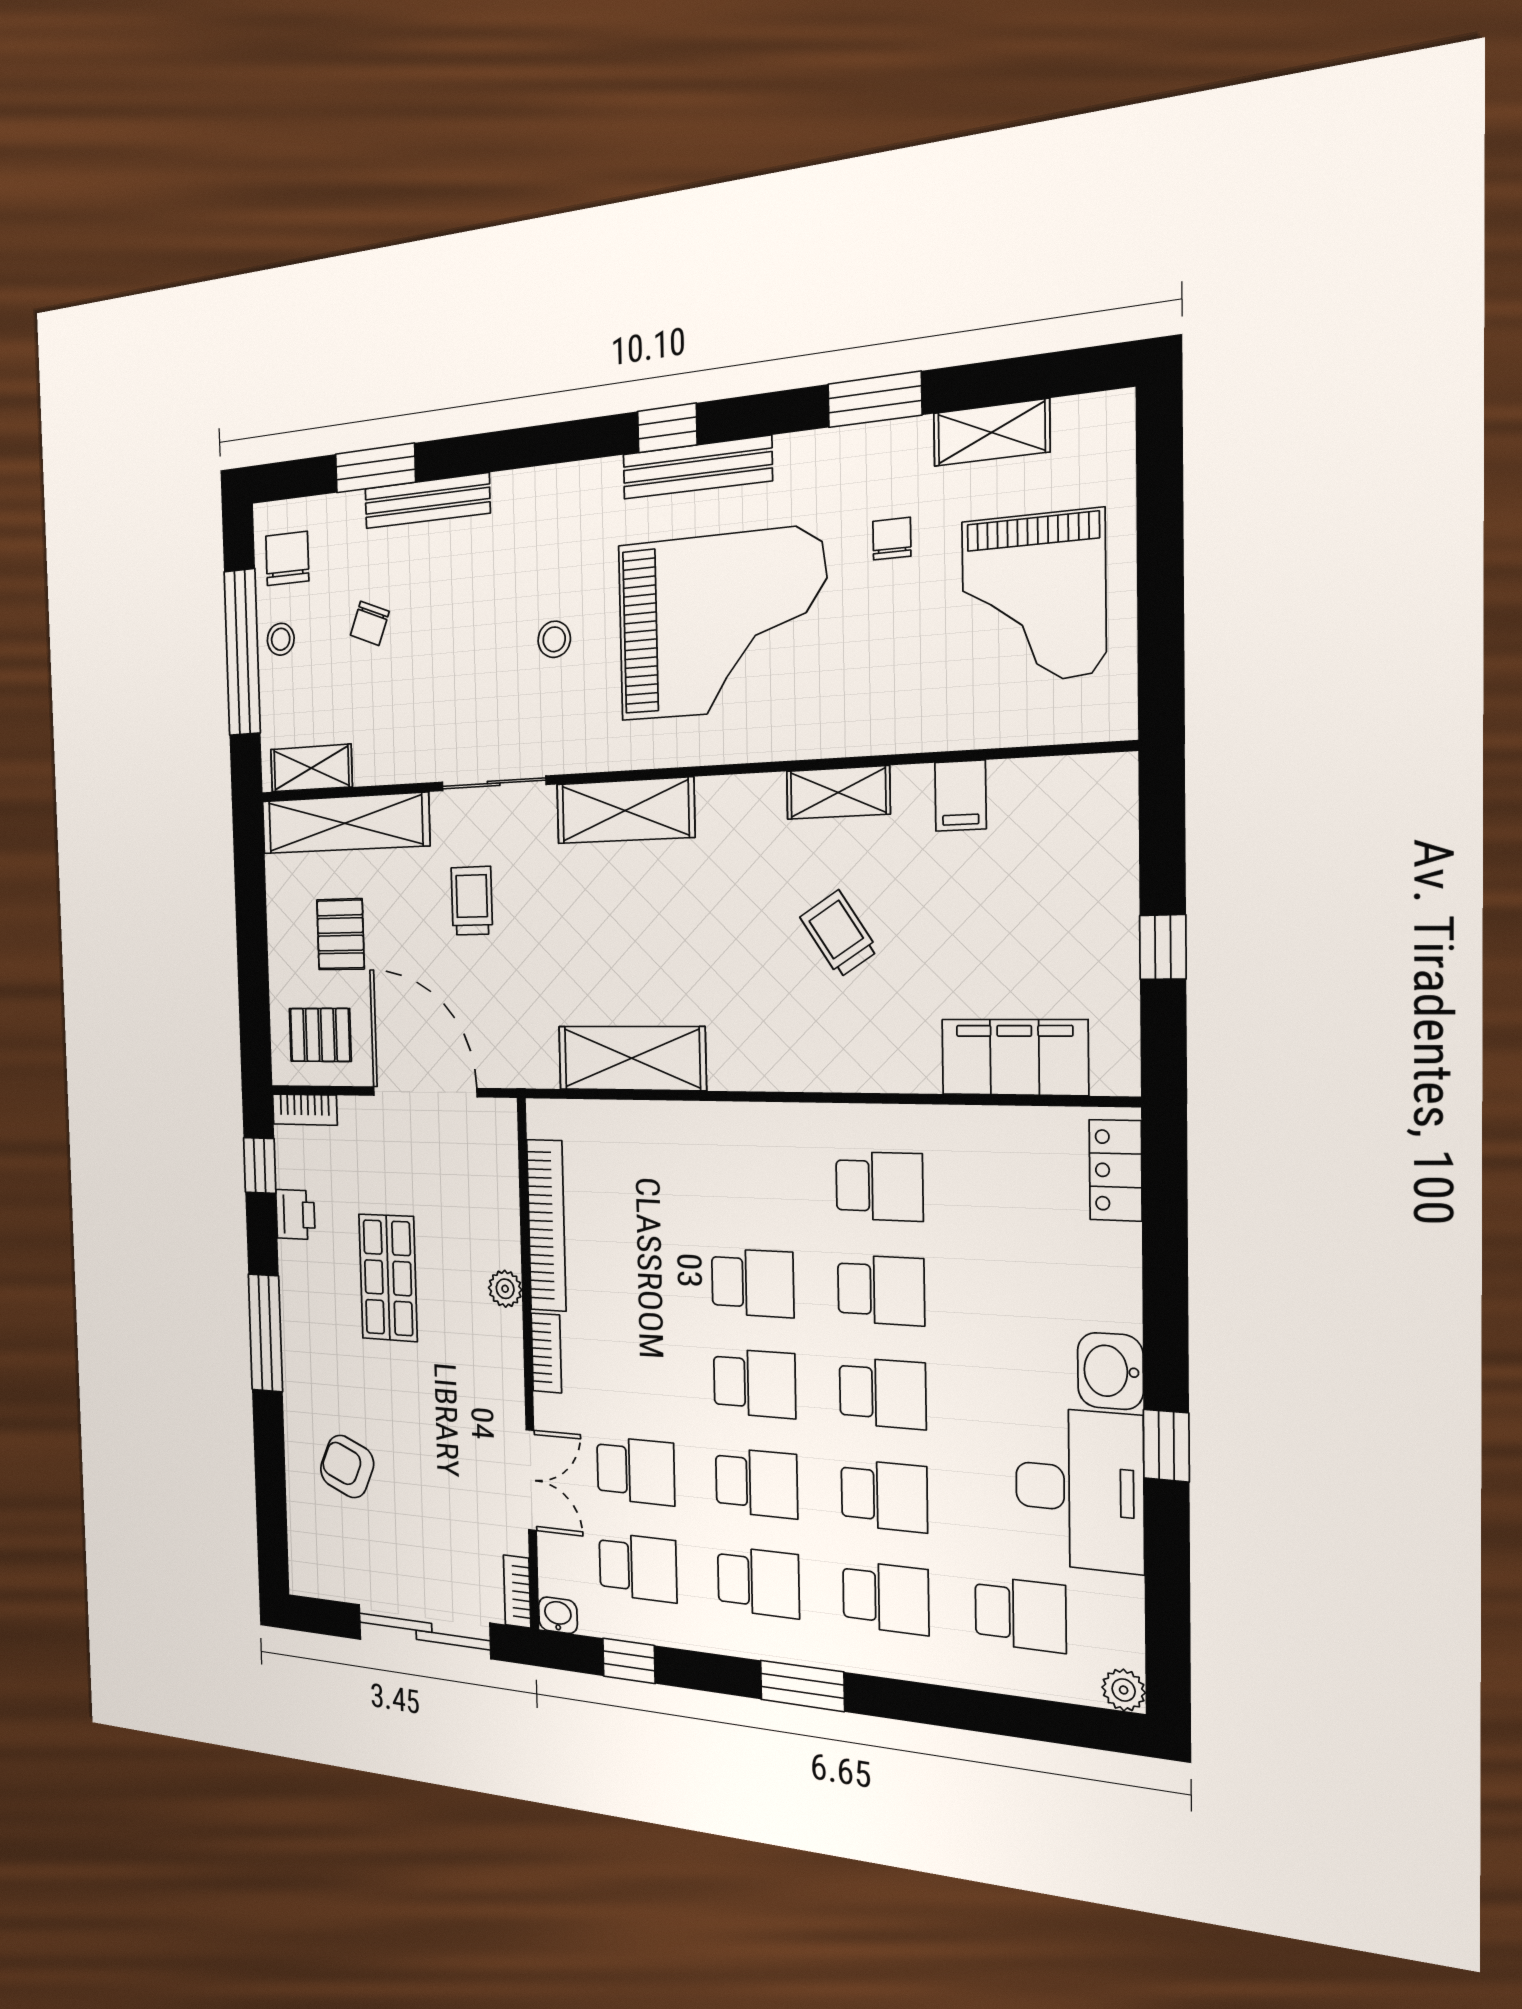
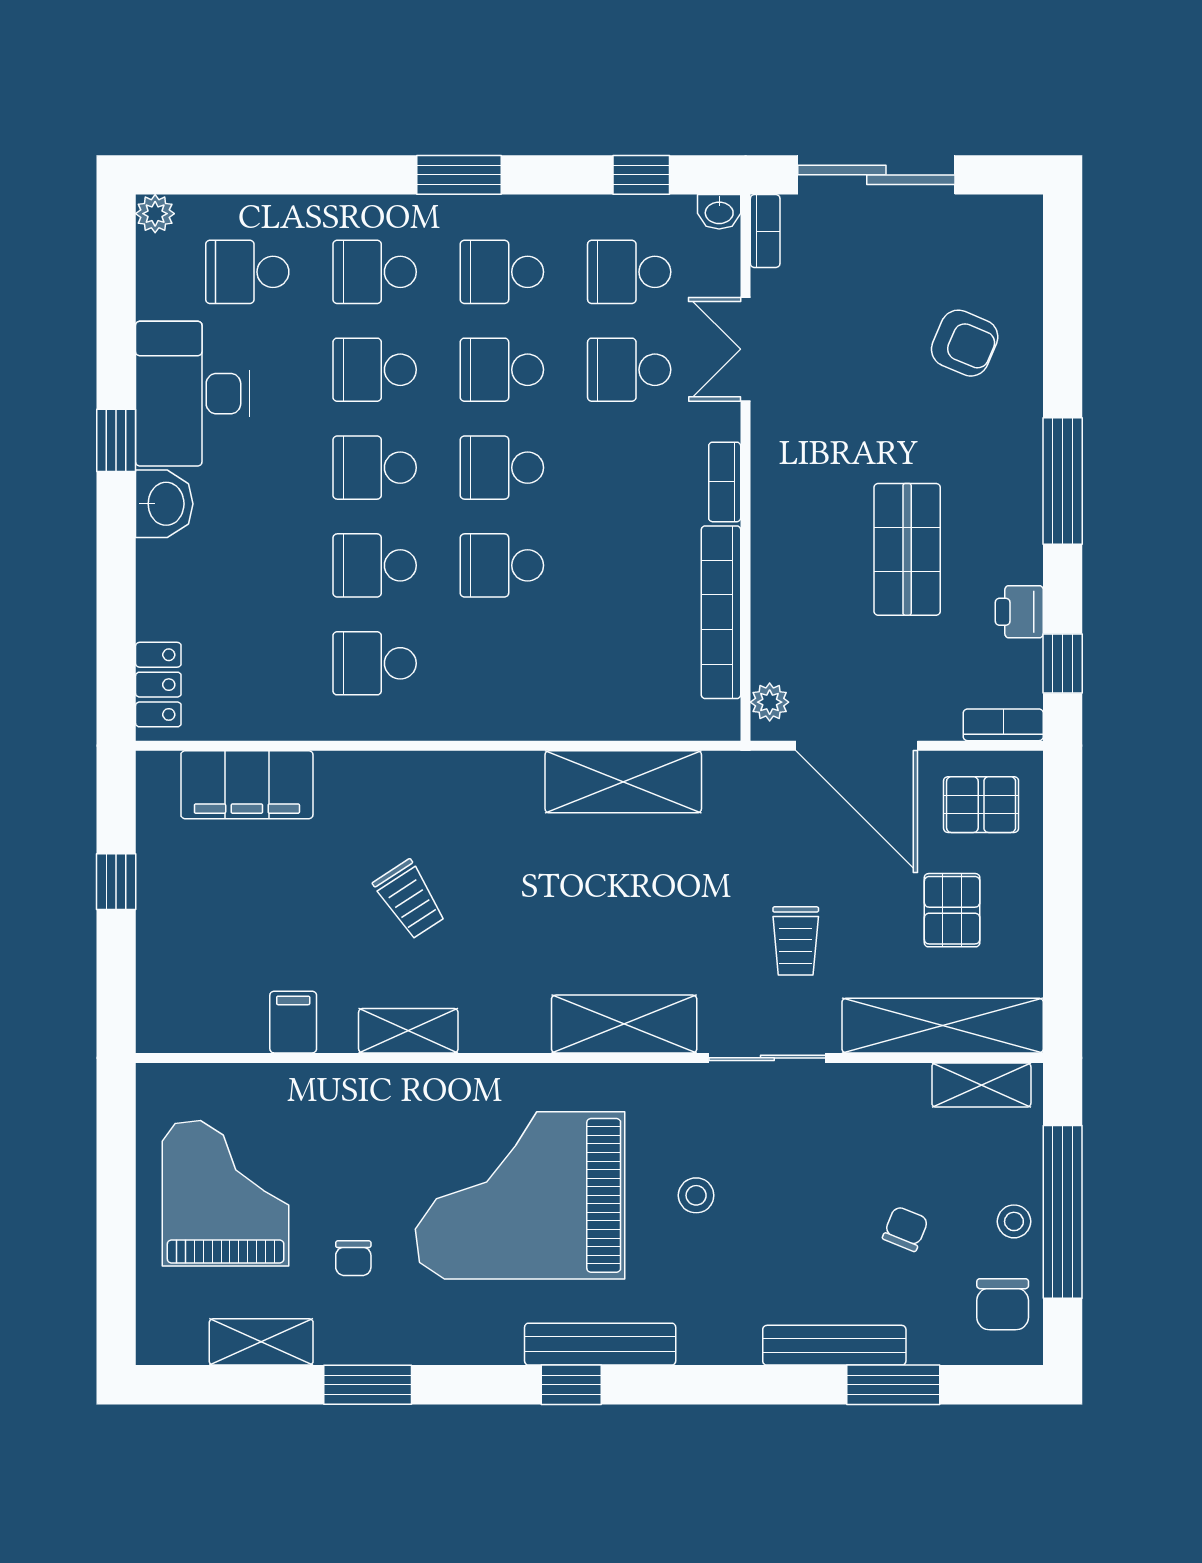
bench: (697, 467) -> (600, 1344), moved
plant: (505, 1289) -> (770, 702), moved

